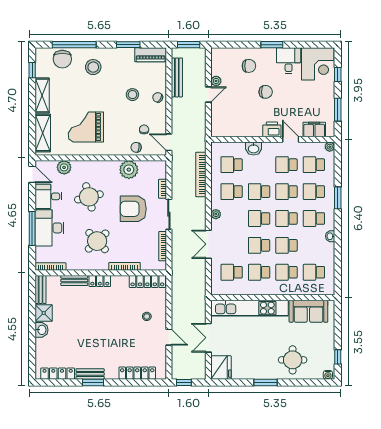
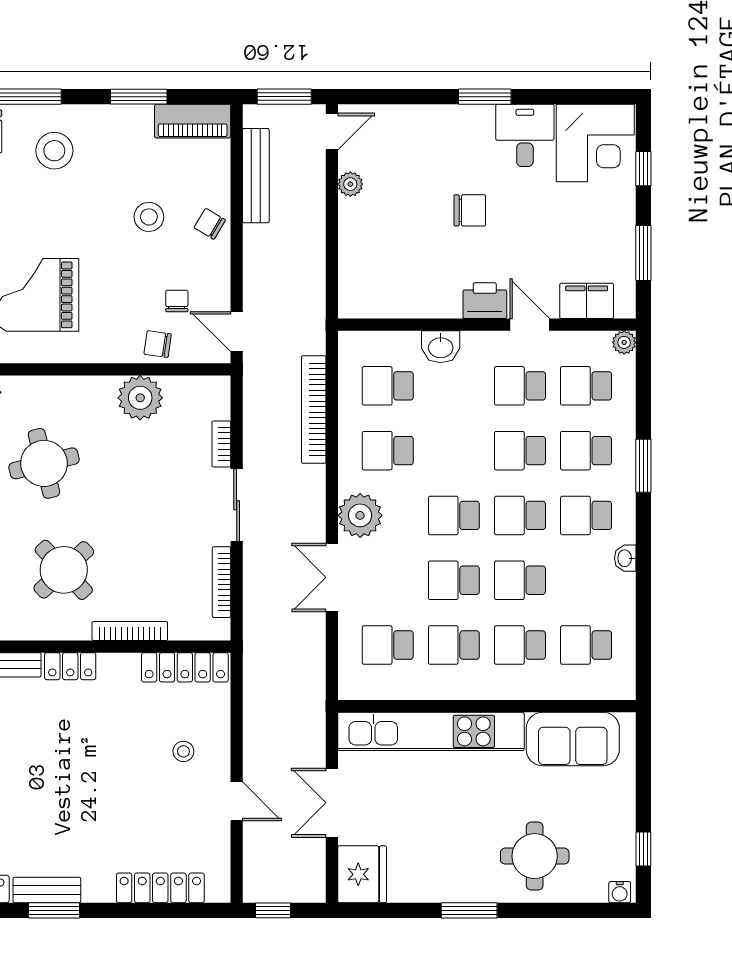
chair: (249, 66) -> (429, 148), removed
door: (208, 94) -> (332, 132), moved
school desk: (259, 192) -> (454, 451), removed
armchair: (133, 209) -> (151, 492), removed
plant: (216, 214) -> (360, 515), width x1.88, depth x1.88

